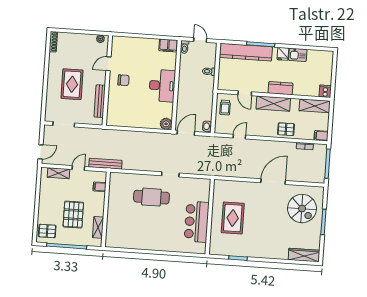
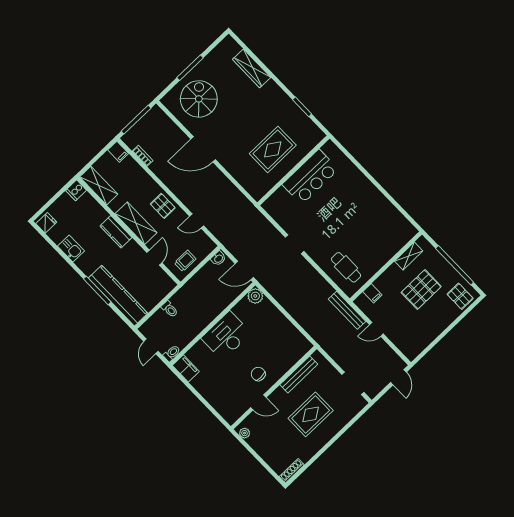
fridge: (283, 54) -> (46, 223), moved
pallet: (286, 129) -> (163, 206), moved
door: (41, 152) -> (398, 377), swing flipped
shelving: (58, 173) -> (400, 341), removed
cafe table: (151, 197) -> (346, 267), moved, width x0.73, depth x0.74
wardrobe: (304, 255) -> (252, 68), moved

